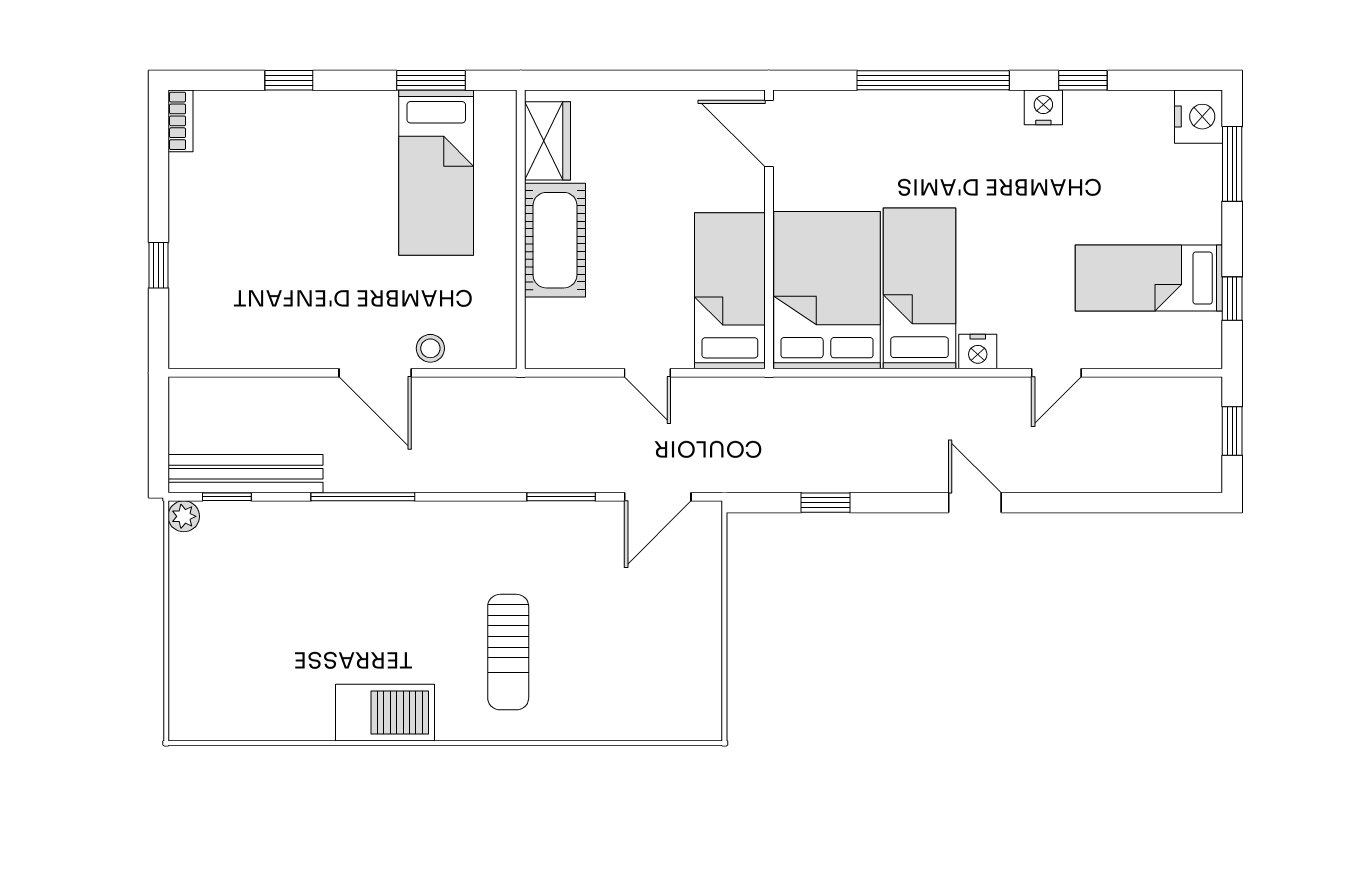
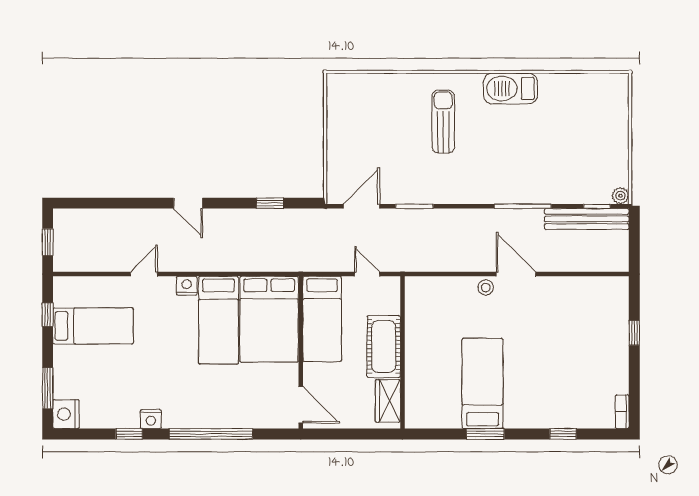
wardrobe: (547, 141) -> (388, 401), moved
wall: (521, 229) -> (402, 352), moved
cot: (555, 240) -> (384, 347), moved

